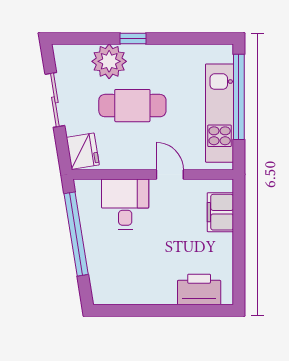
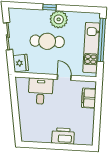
plant: (109, 61) -> (59, 19), moved
window: (76, 234) -> (15, 105), removed
printer: (199, 289) -> (63, 136), moved

